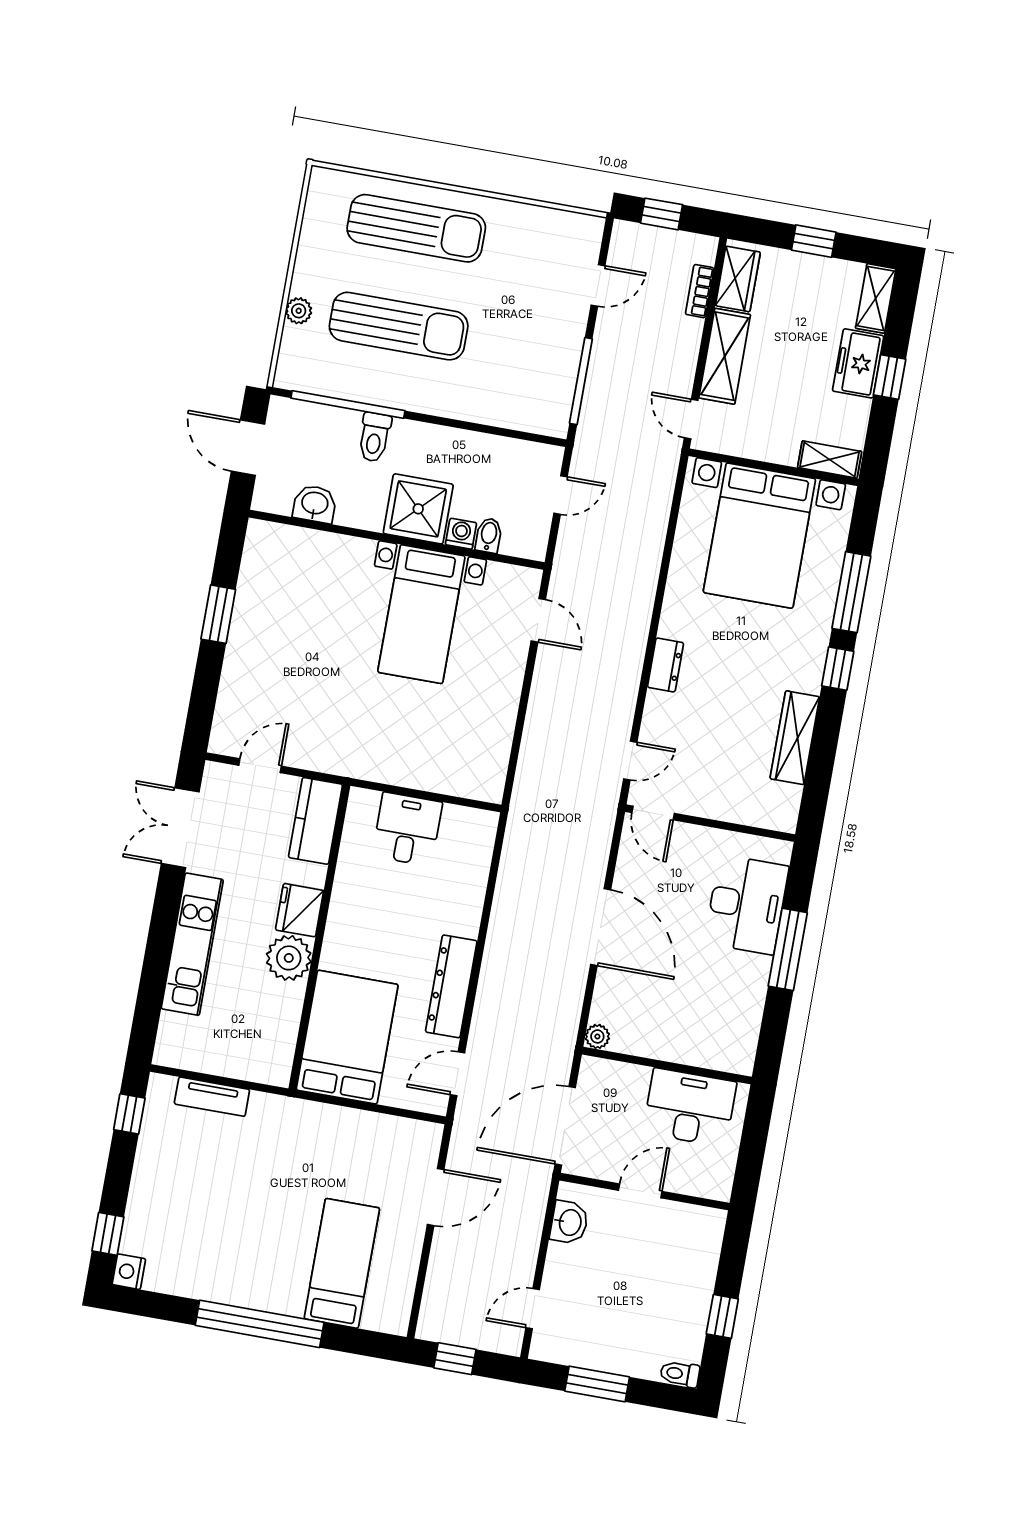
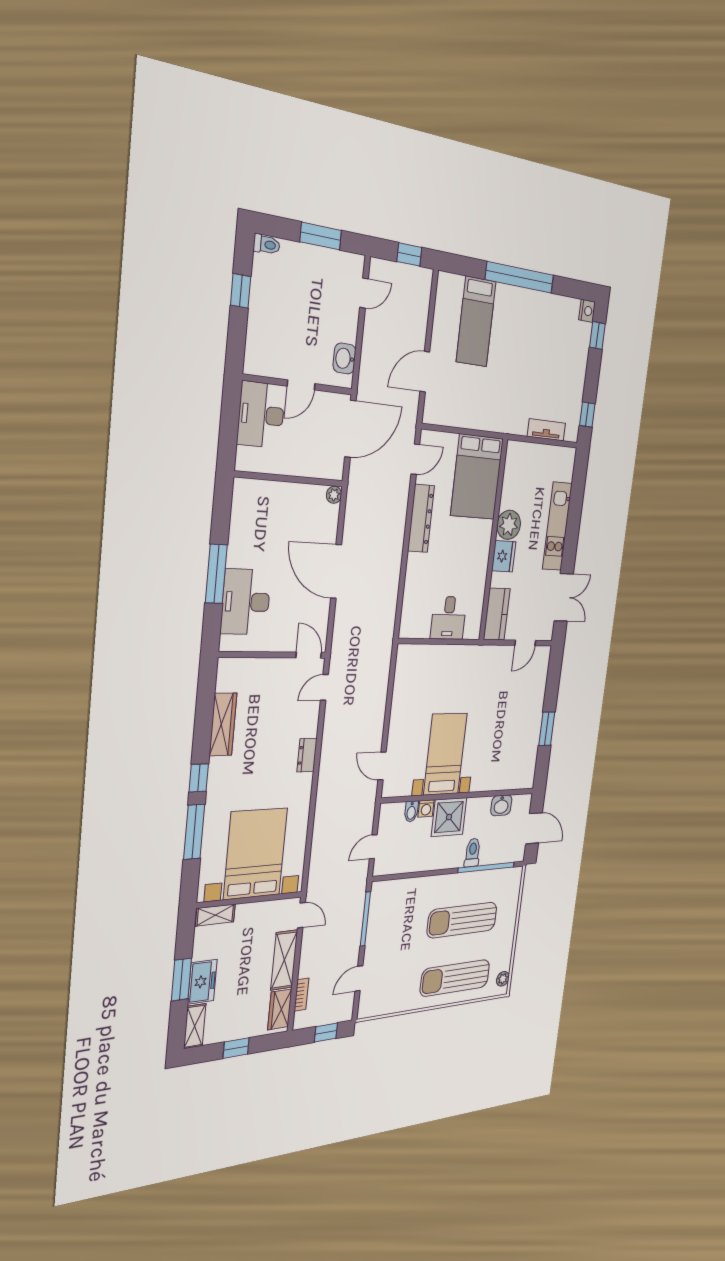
plant: (299, 311) -> (503, 979), moved
window: (890, 377) -> (181, 980), width x1.50
desk: (690, 1107) -> (261, 415), moved, turned 90

